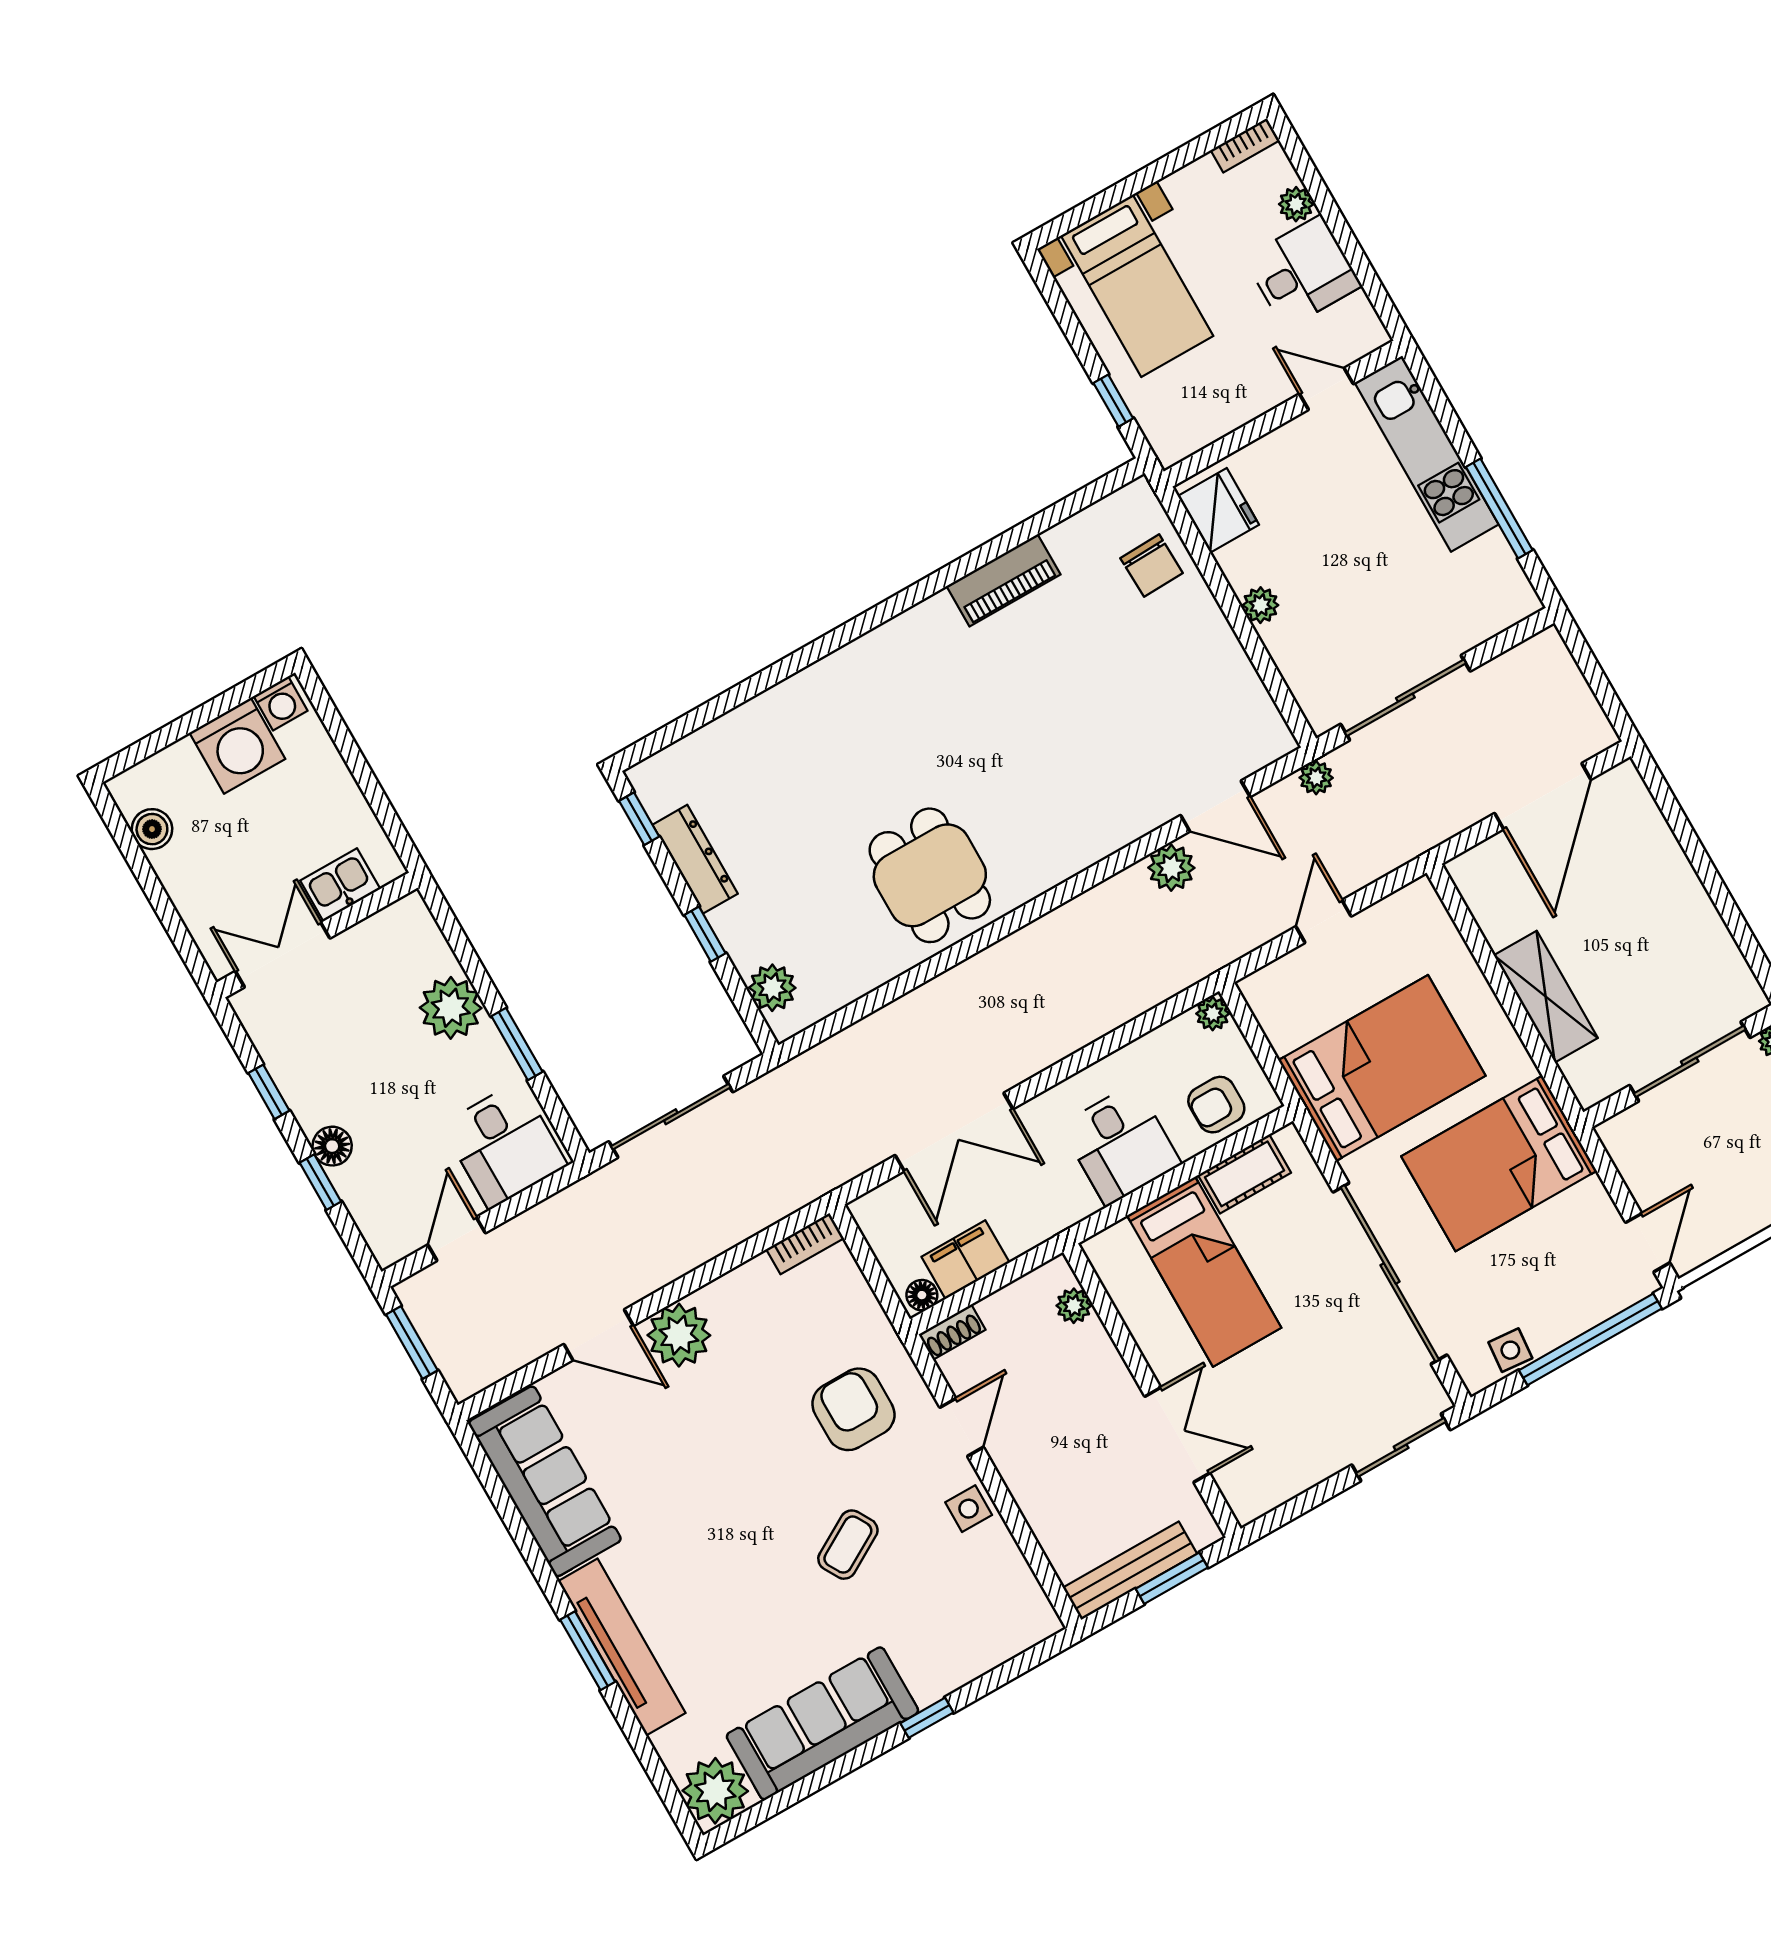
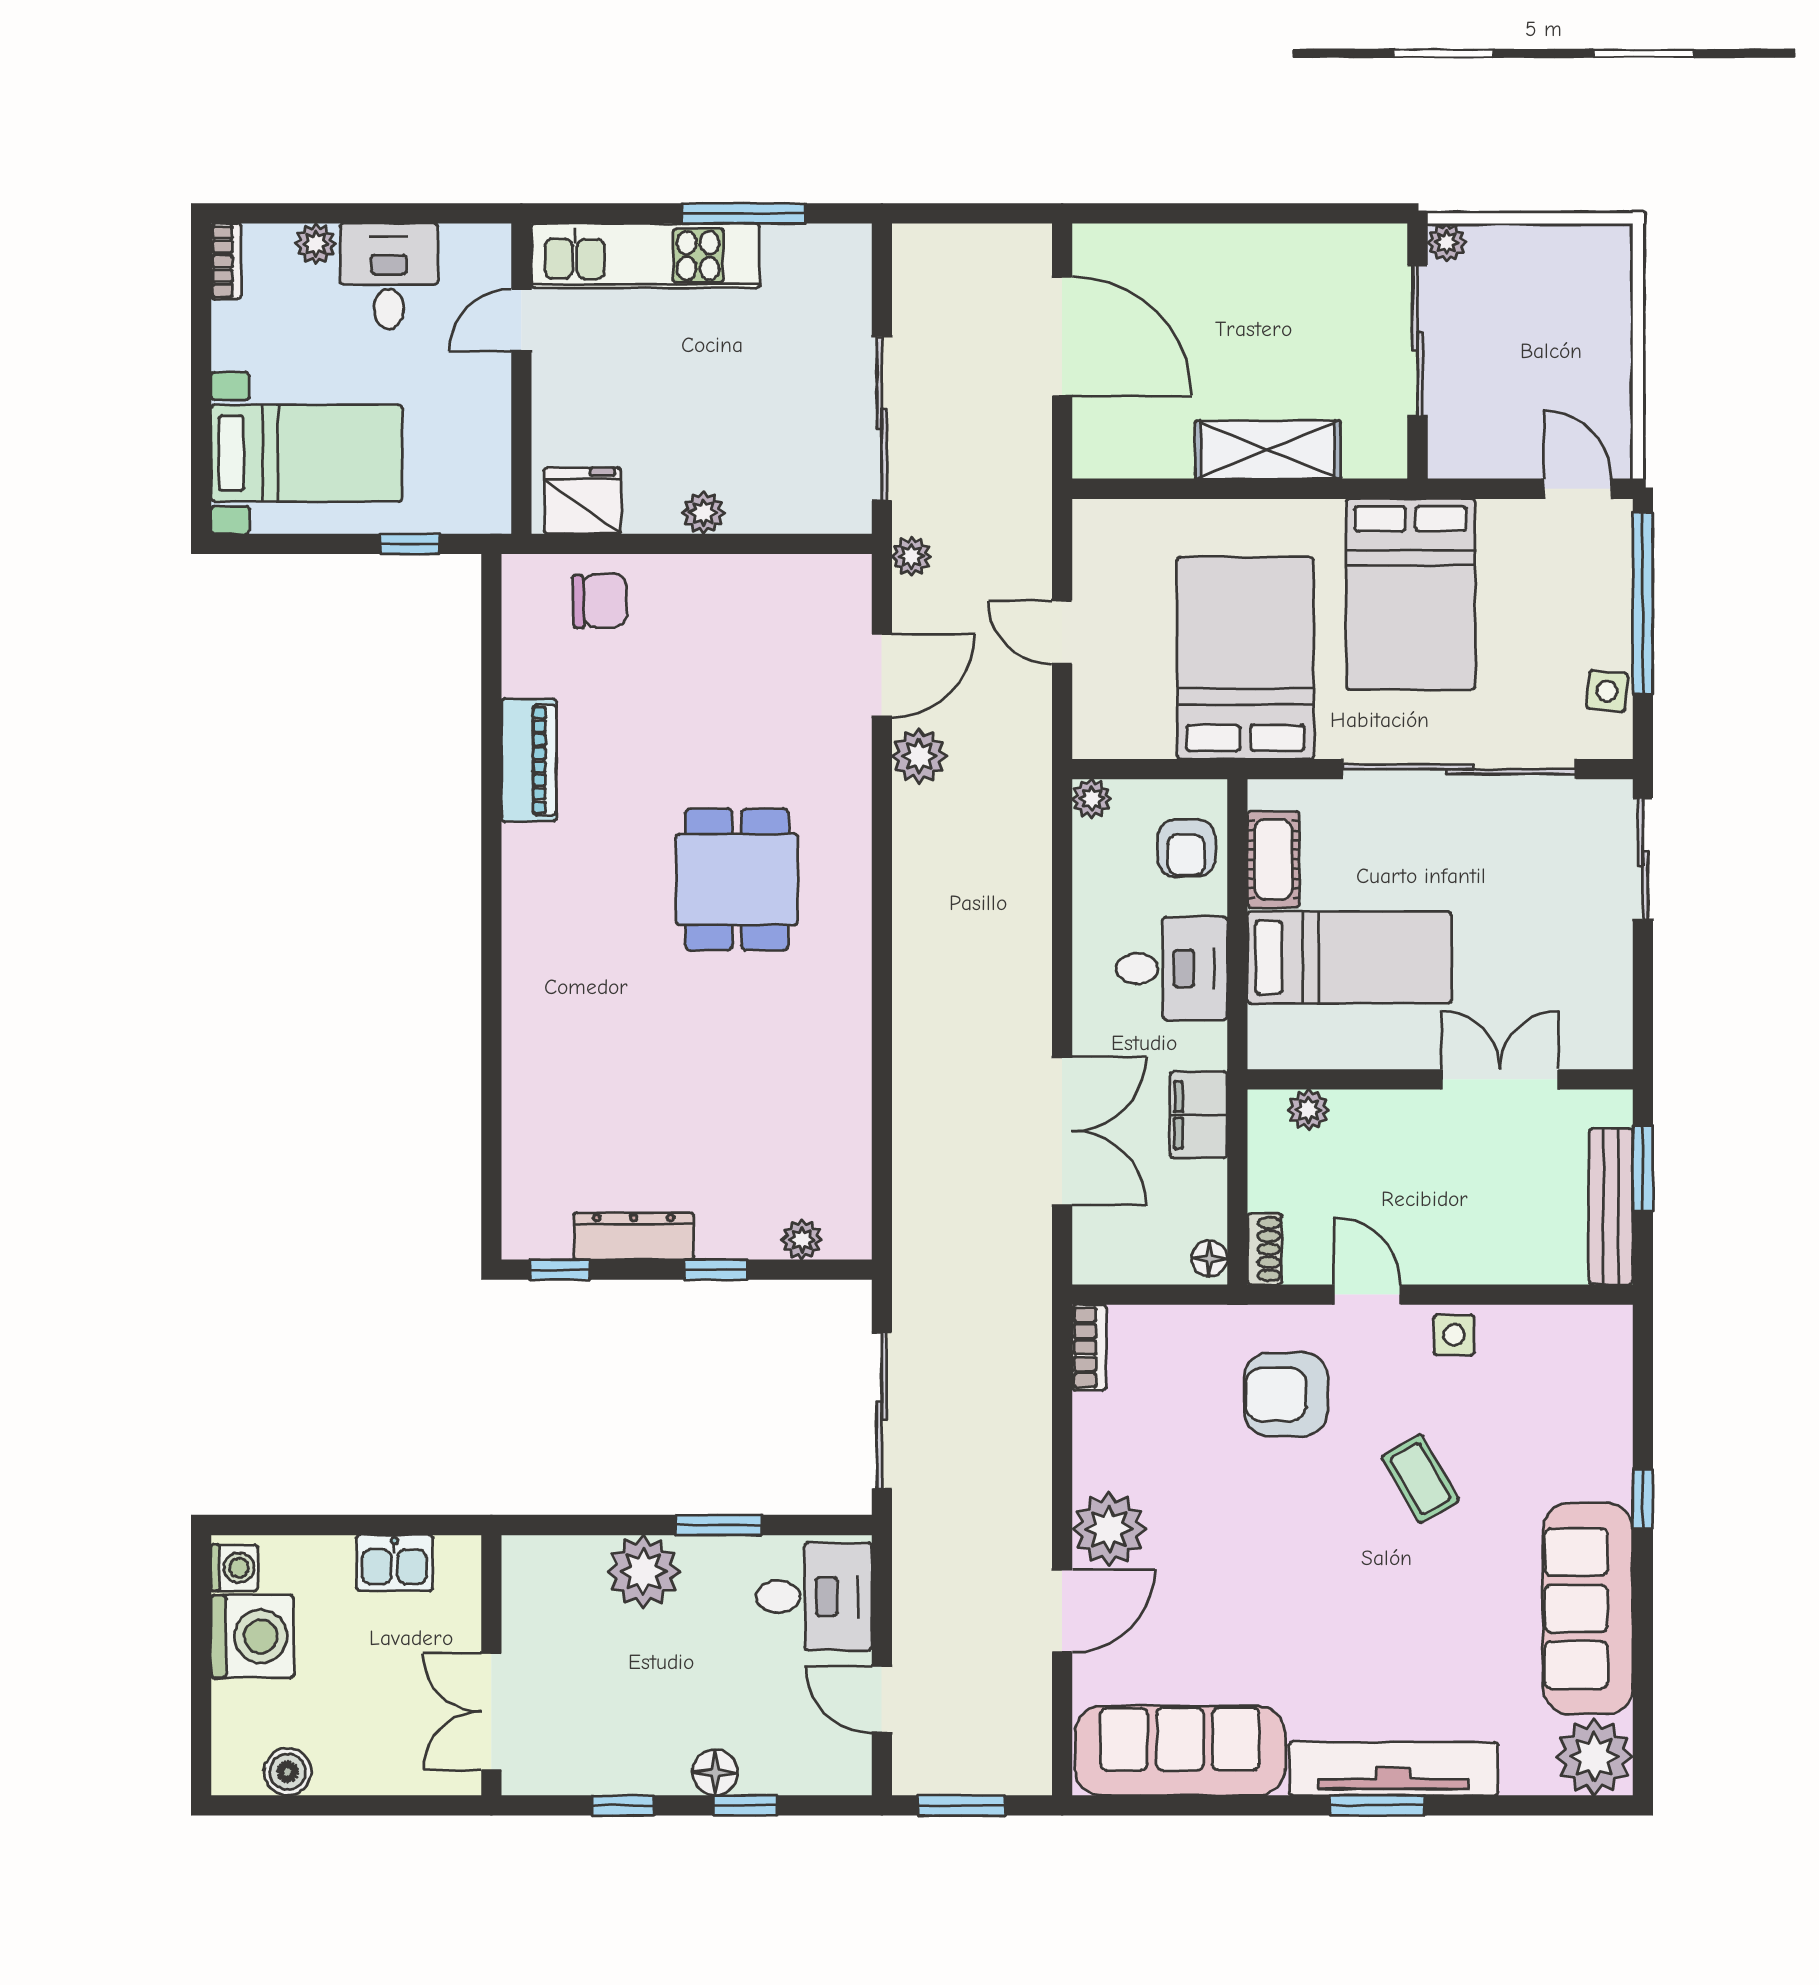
dining table: (930, 875) -> (737, 879), moved, turned 90
kitchen sink: (340, 885) -> (394, 1563), moved, turned -90
plant: (772, 988) -> (802, 1240), width x0.73, depth x0.73
filing cabinet: (965, 1260) -> (1199, 1115), moved

